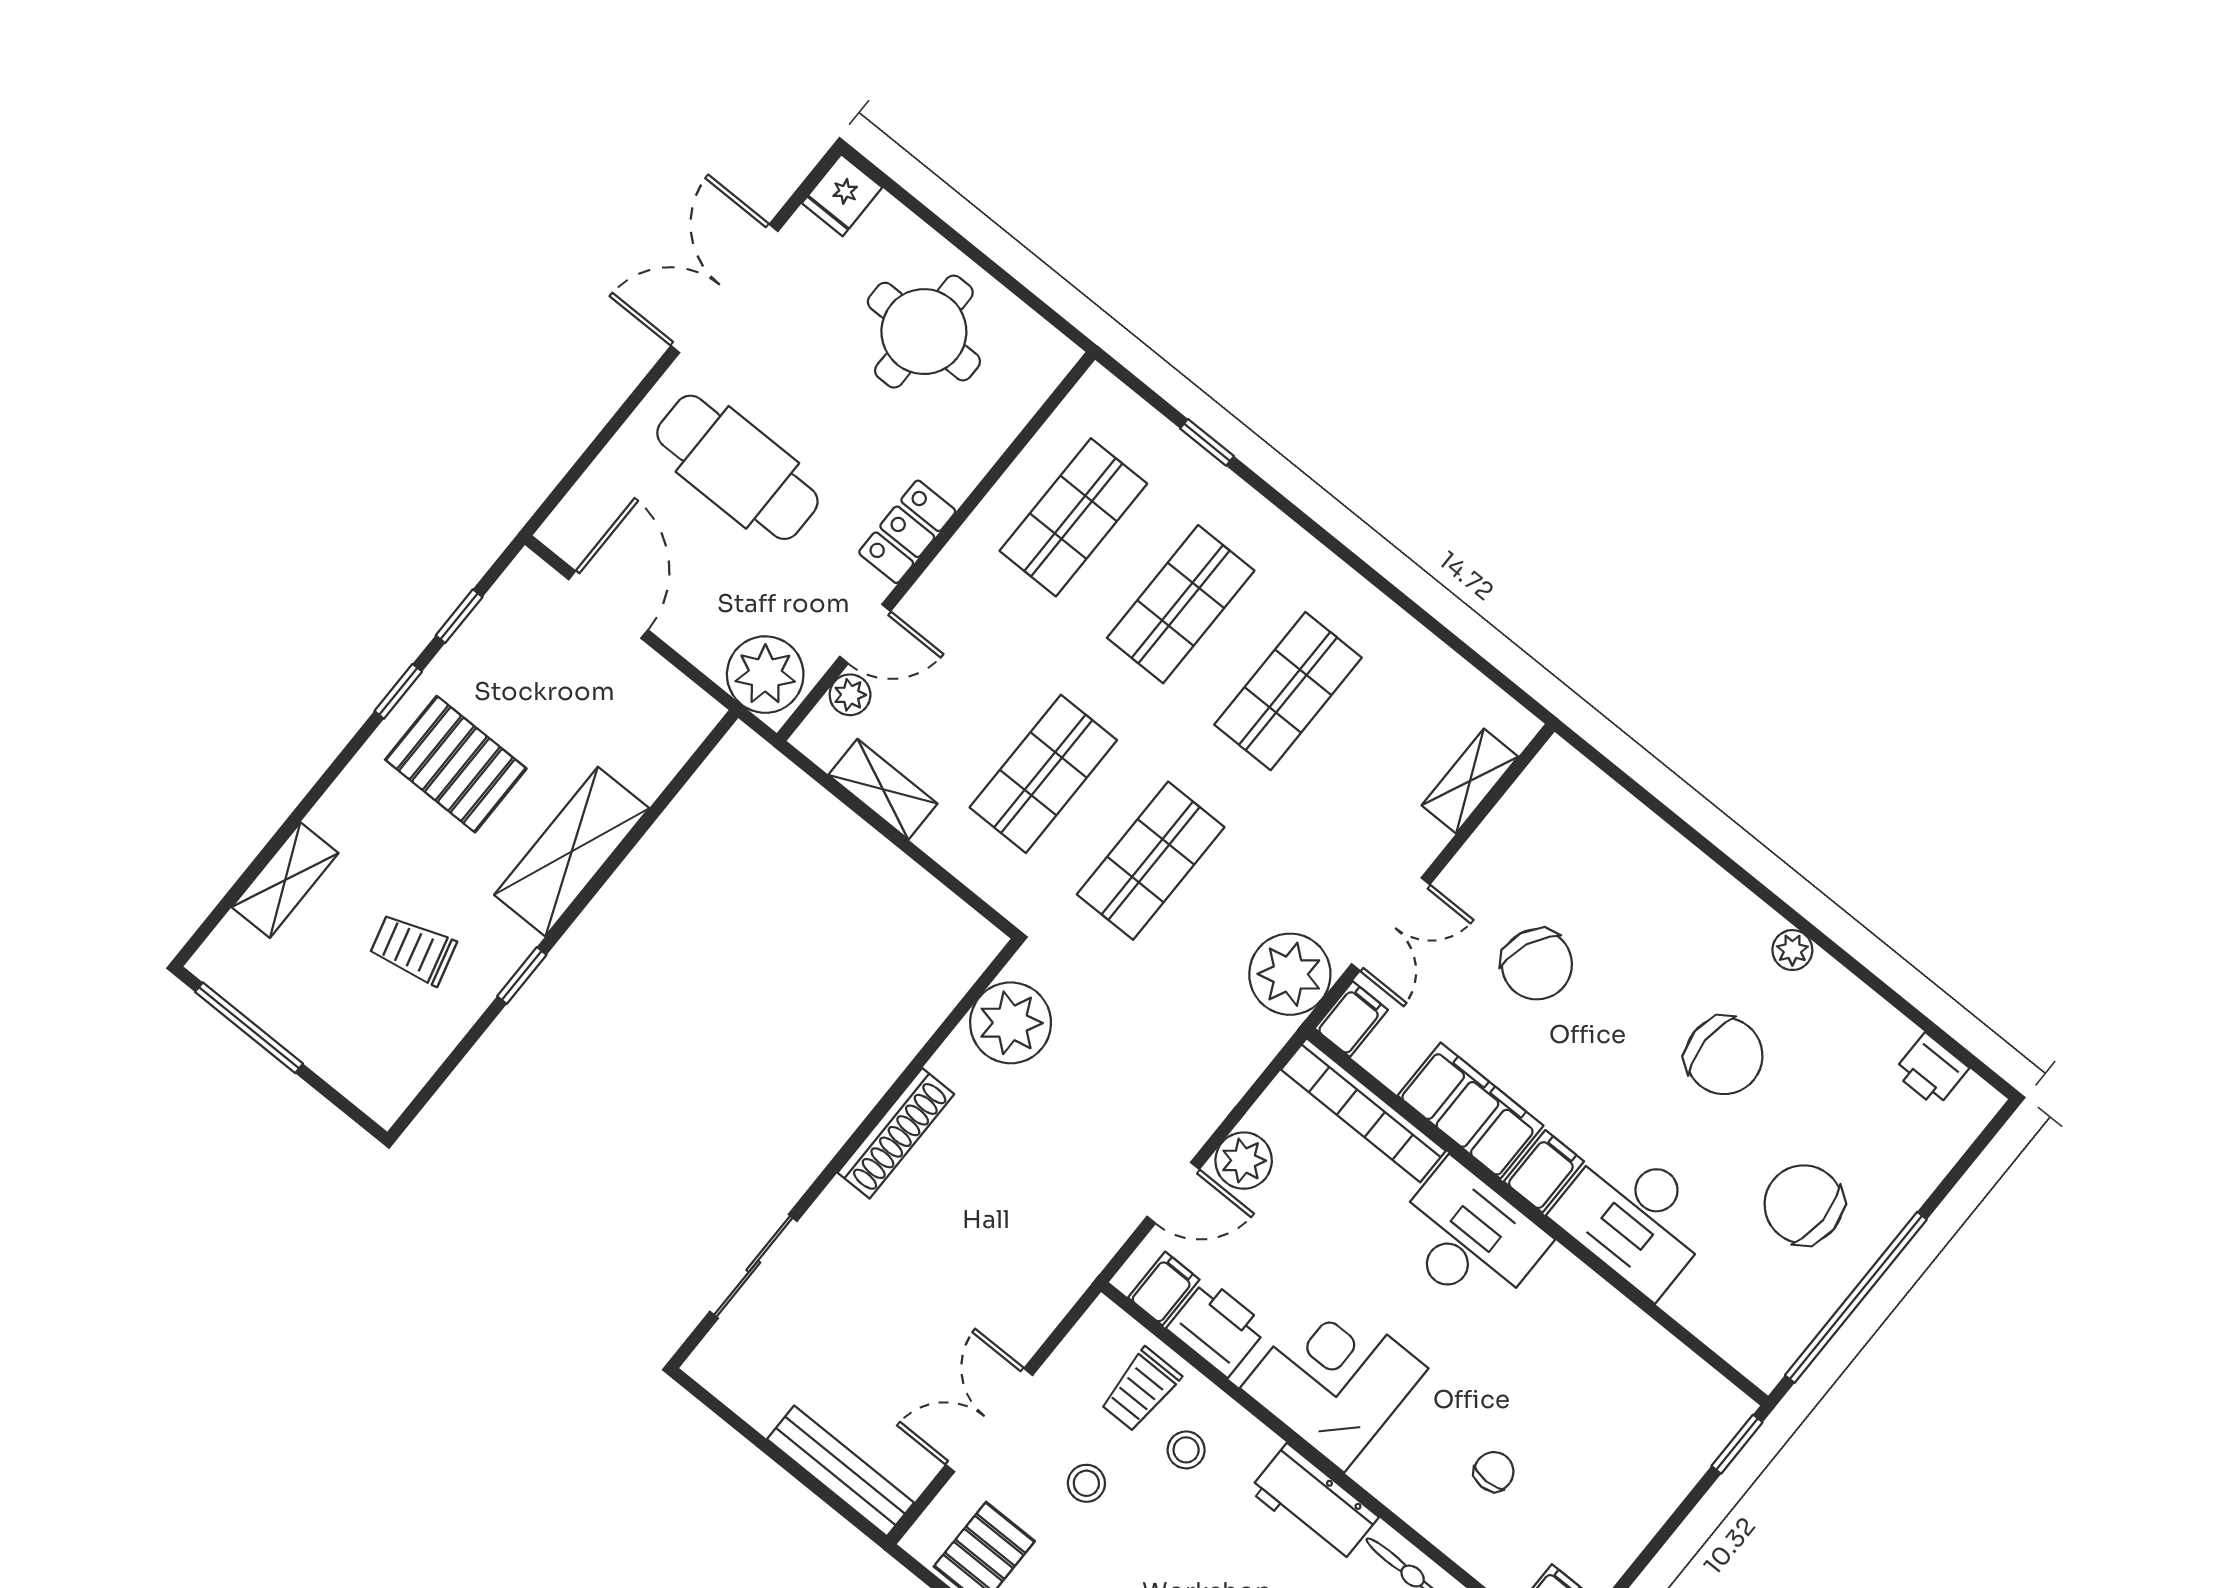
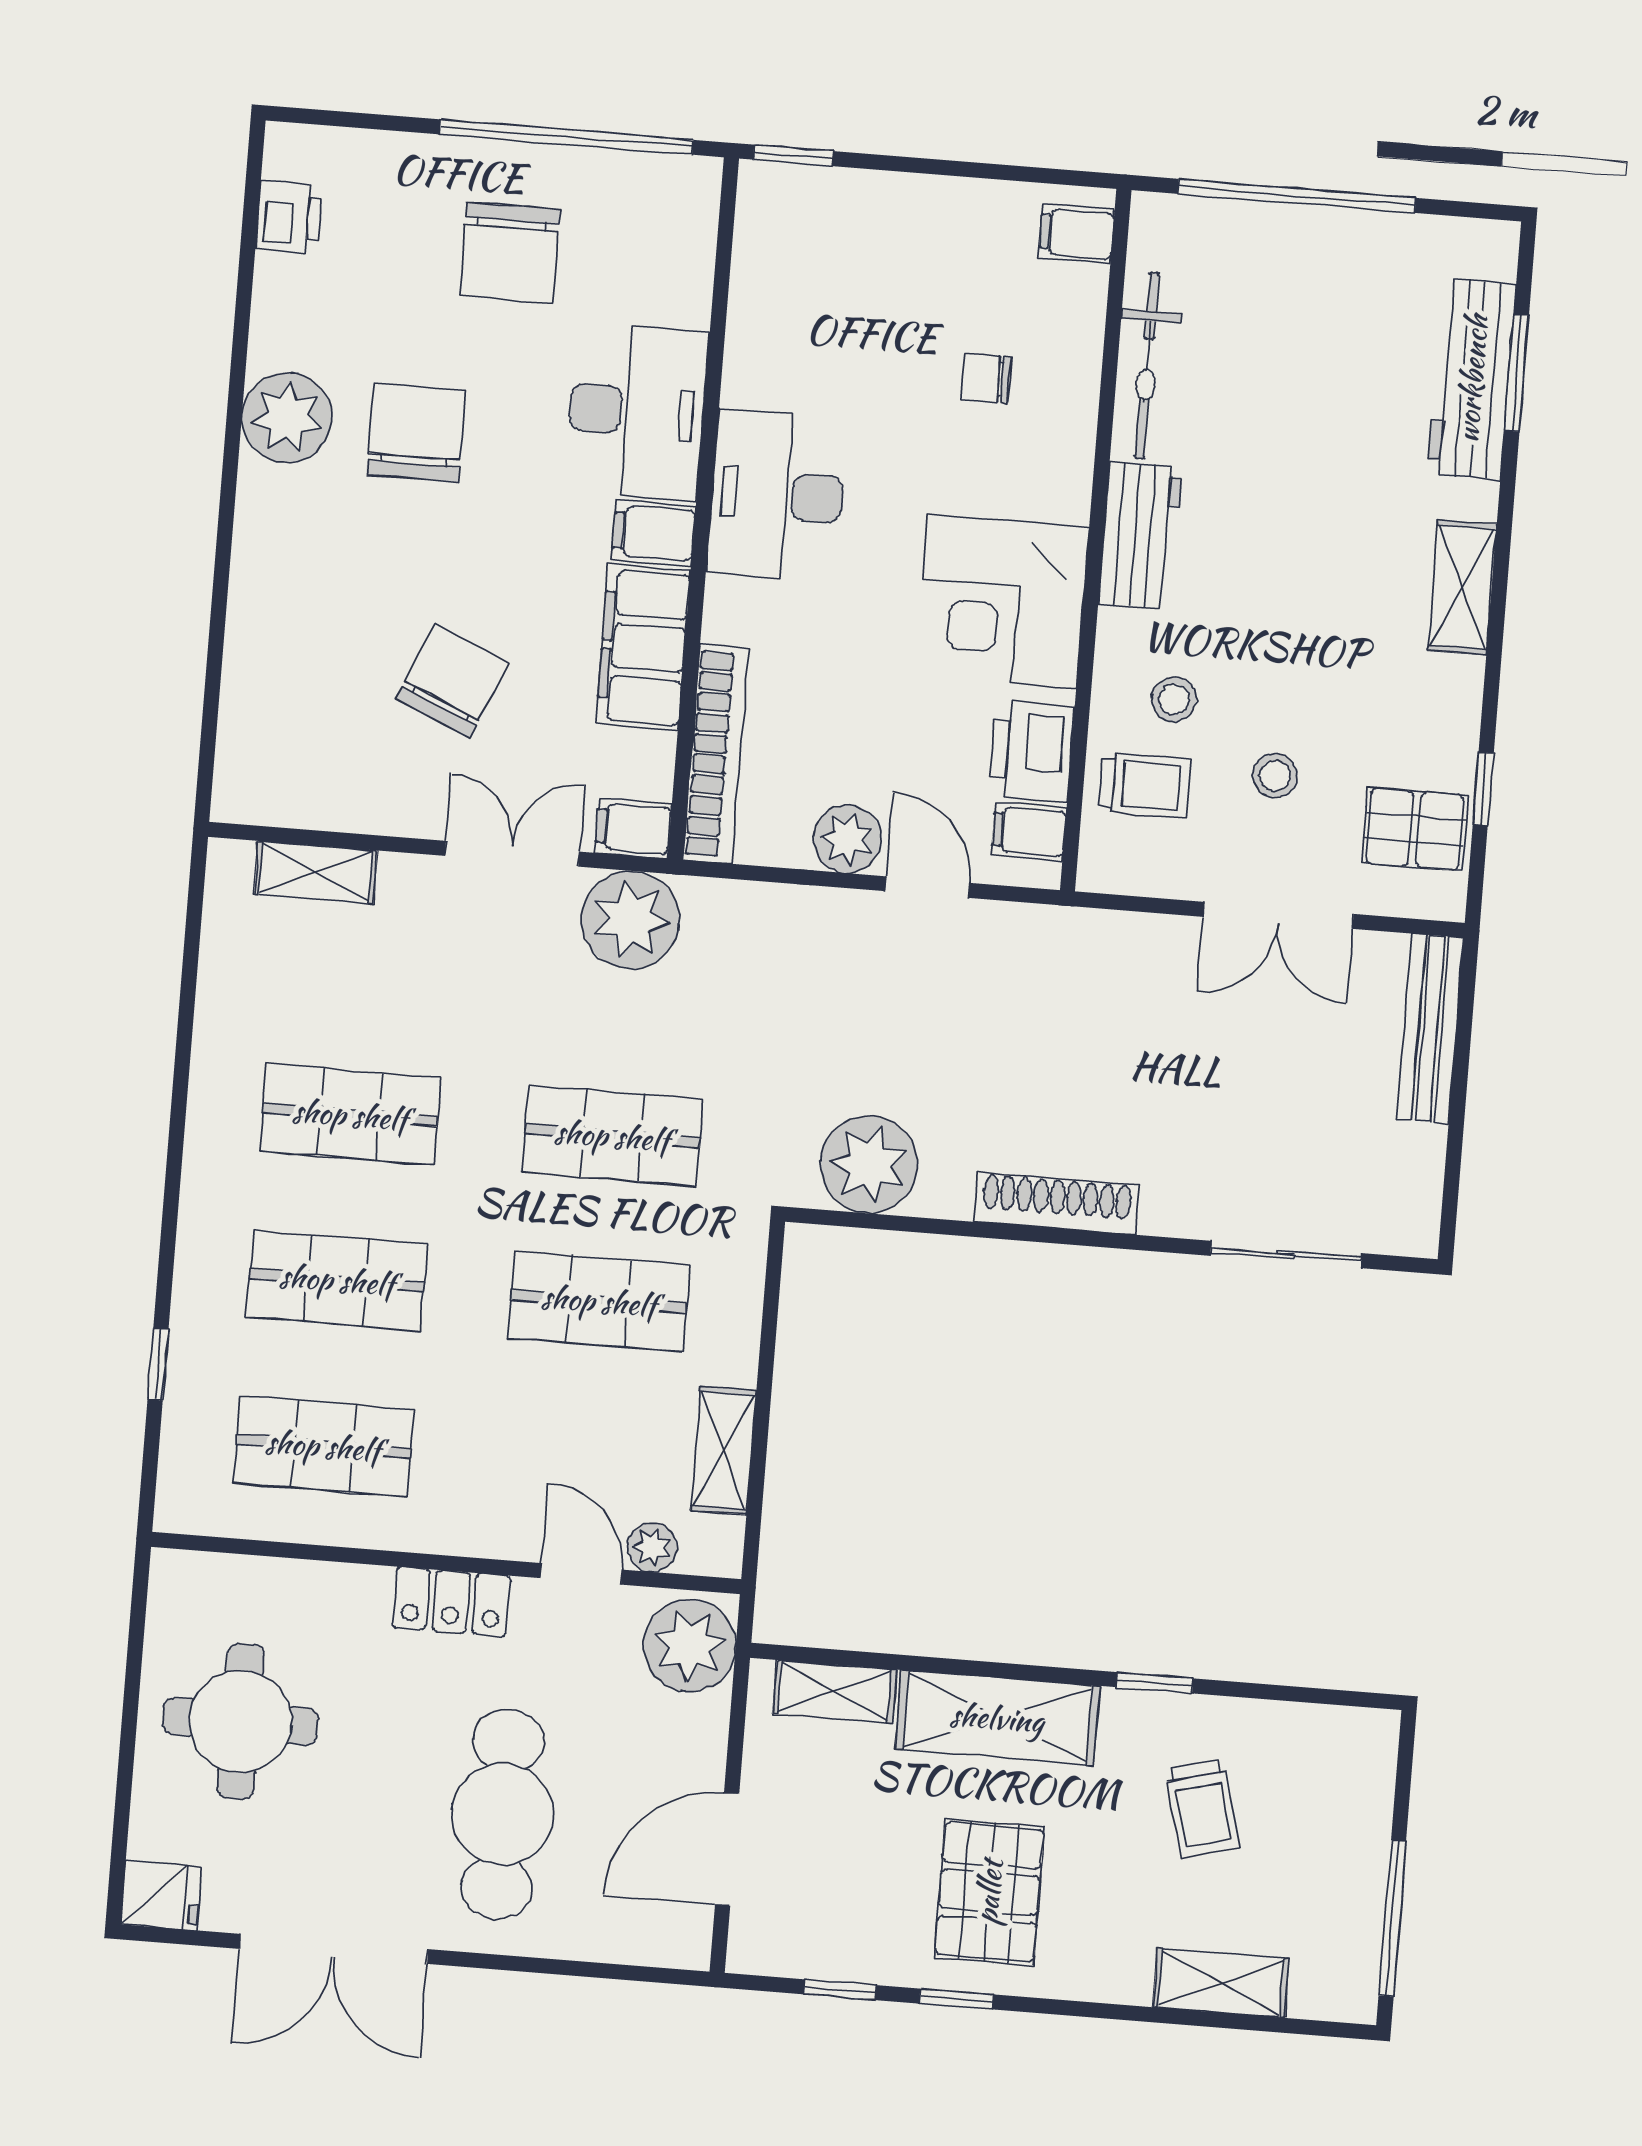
shelving: (666, 752) -> (835, 1692), added
plant: (1792, 950) -> (287, 417), width x1.87, depth x1.87
desk: (1468, 1238) -> (777, 495), moved

